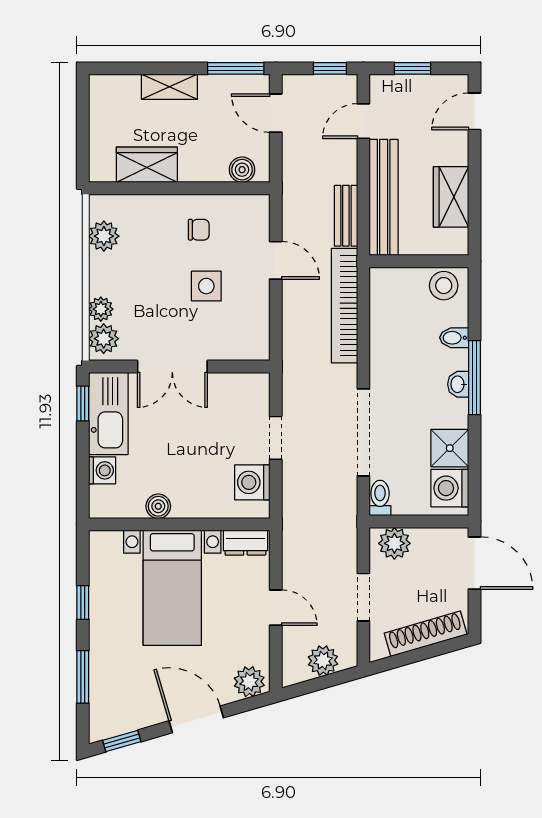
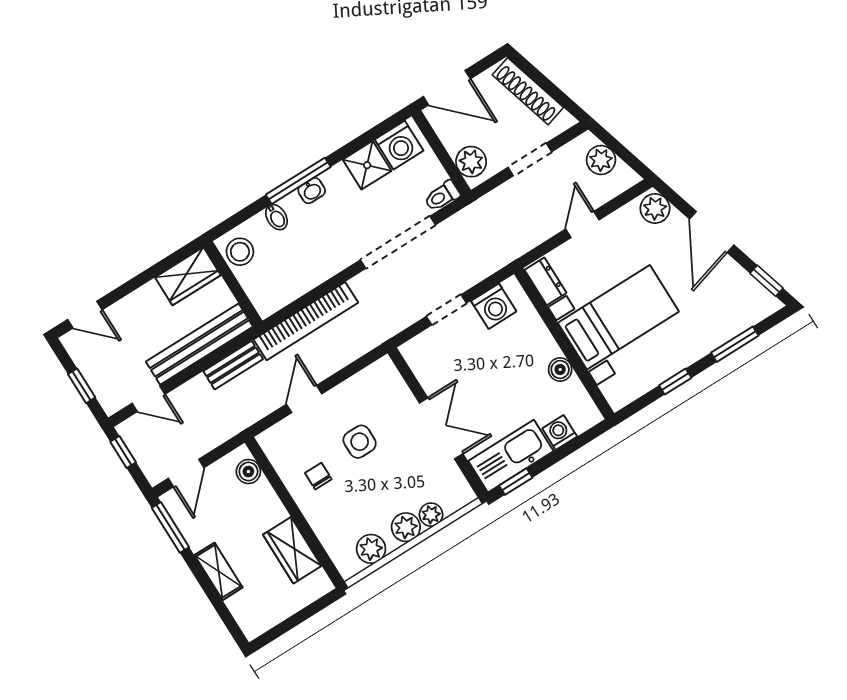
wardrobe: (451, 197) -> (188, 276), moved
plant: (104, 339) -> (406, 527), moved
door: (474, 563) -> (447, 88), swing flipped

